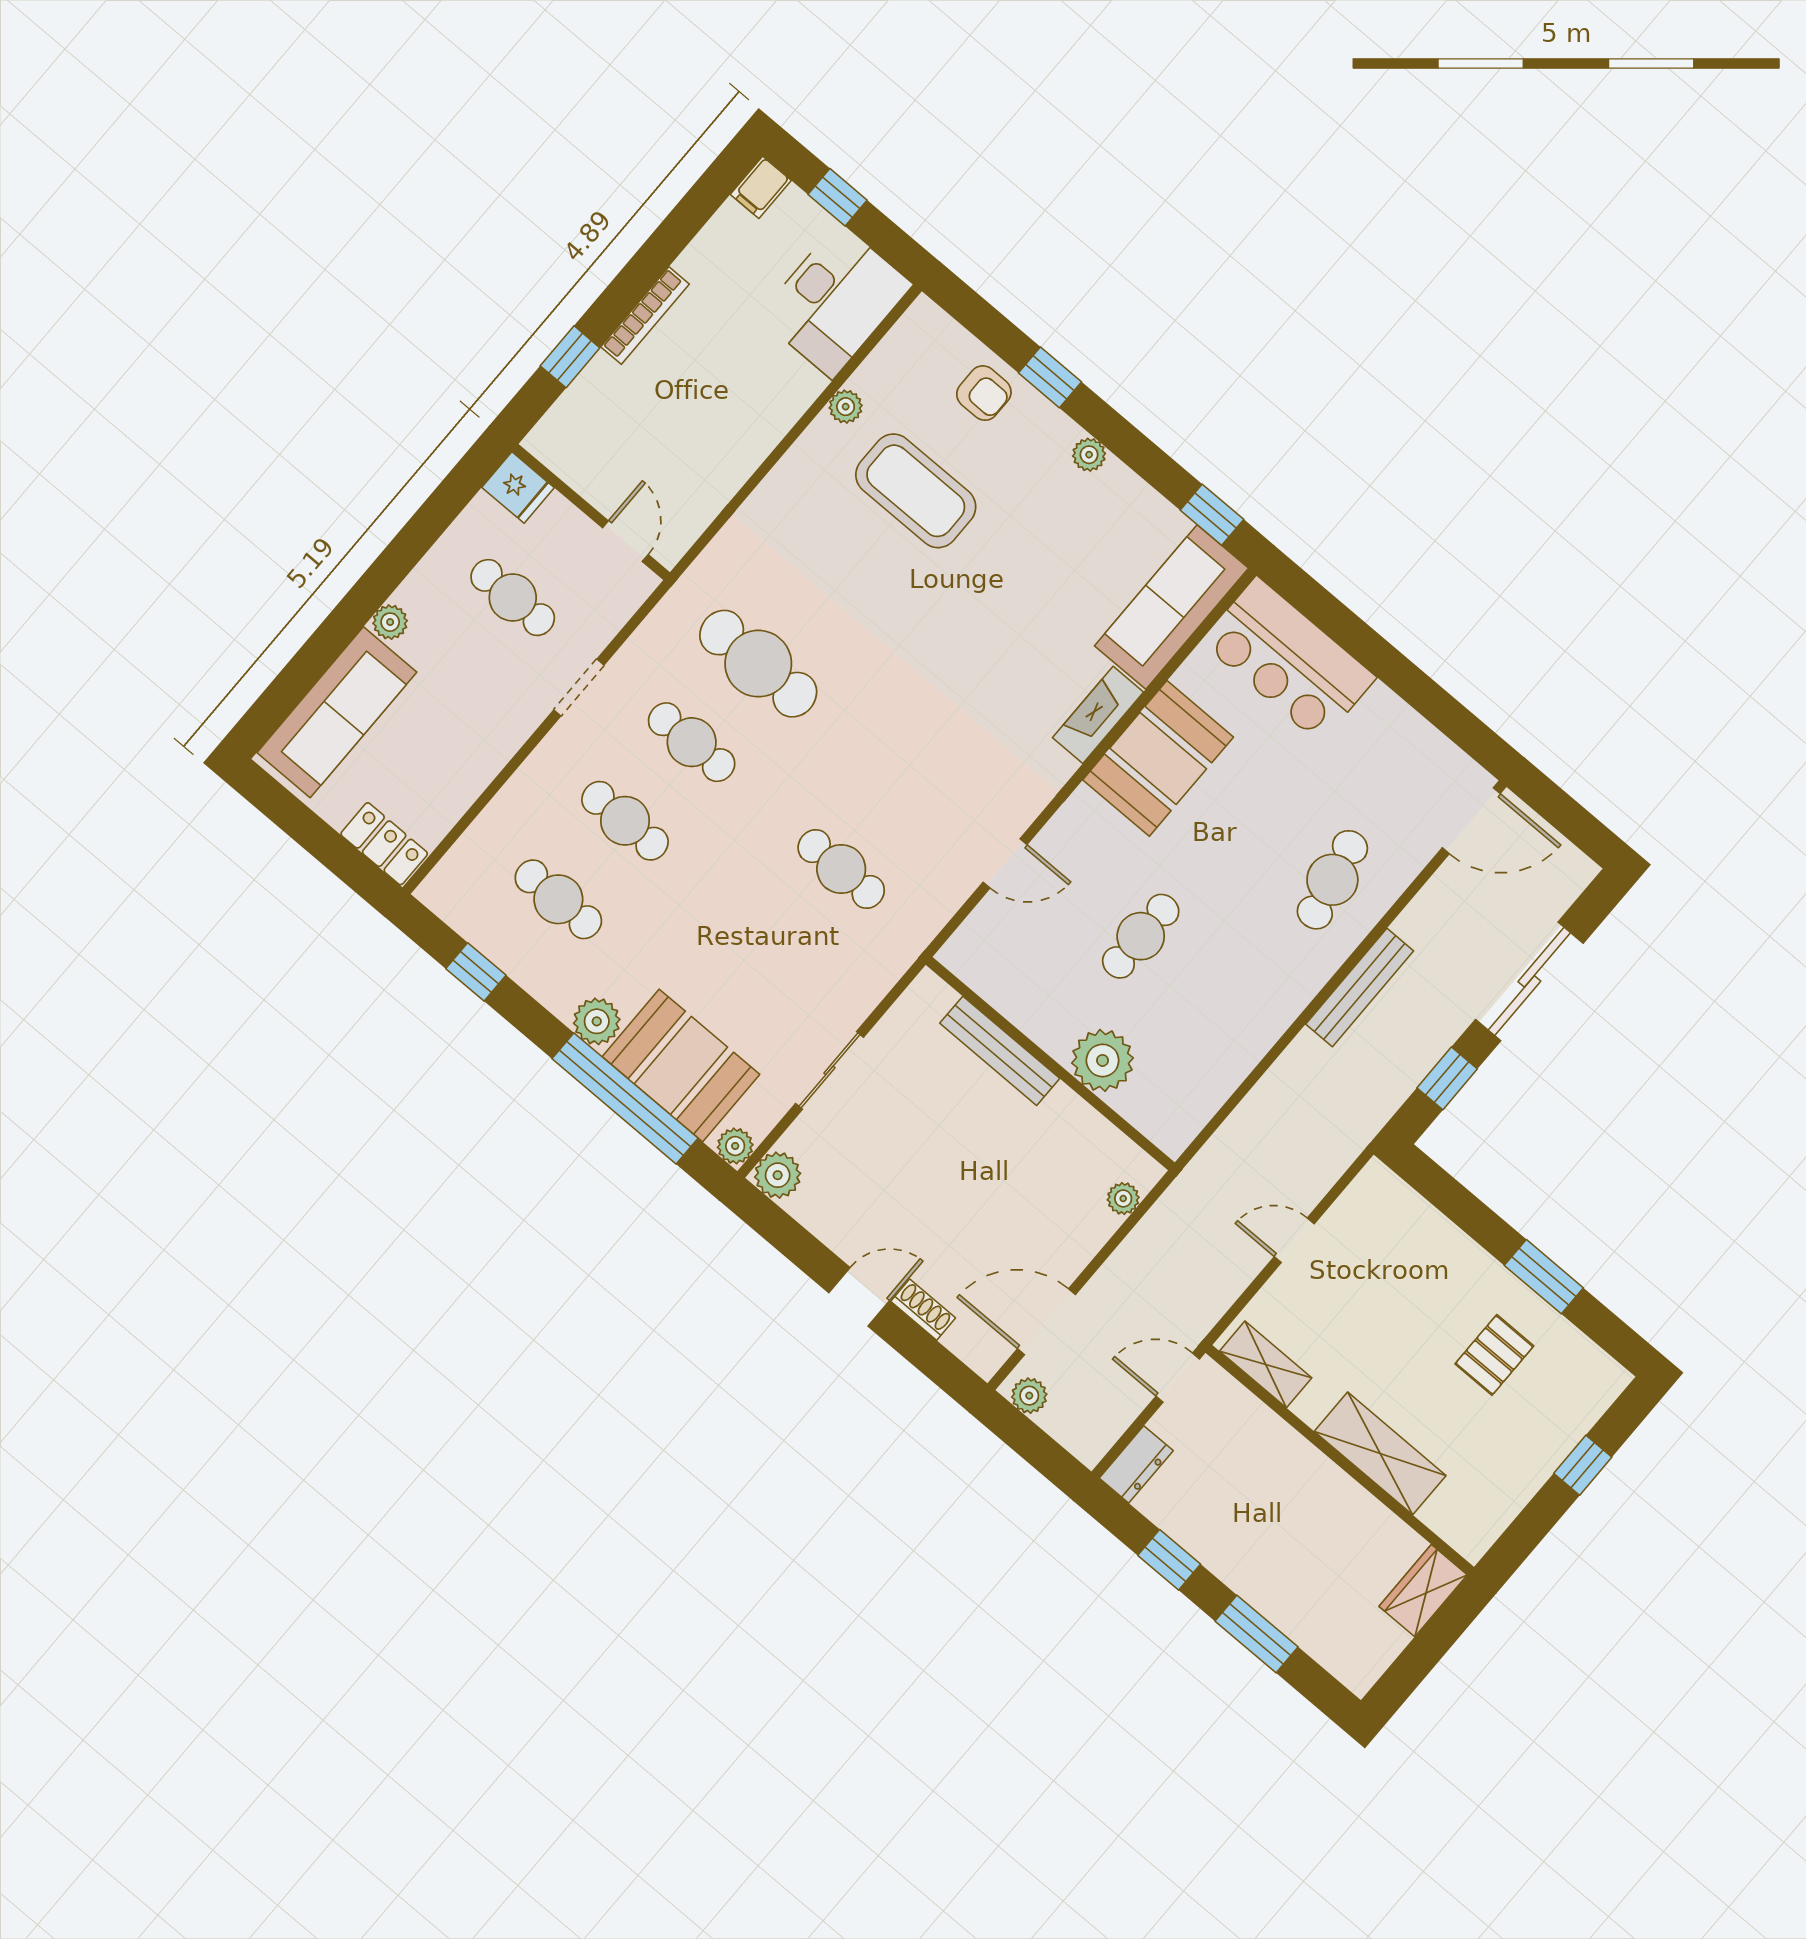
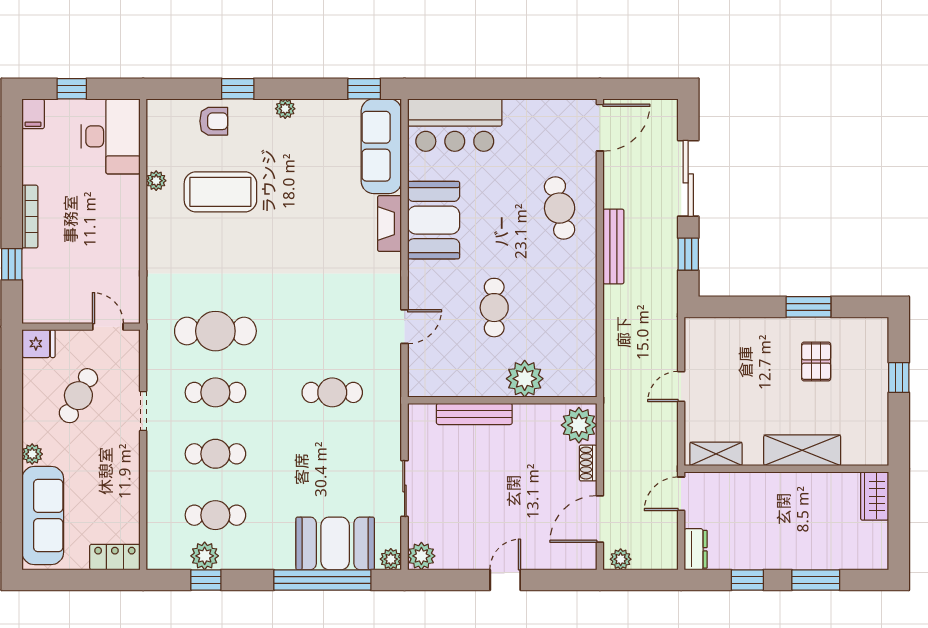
cafe table: (513, 598) -> (78, 396), turned -62
plant: (597, 1021) -> (205, 556), moved
plant: (1123, 1199) -> (579, 425), width x1.88, depth x1.88
shoe rack: (923, 1310) -> (588, 463), moved, turned -90

